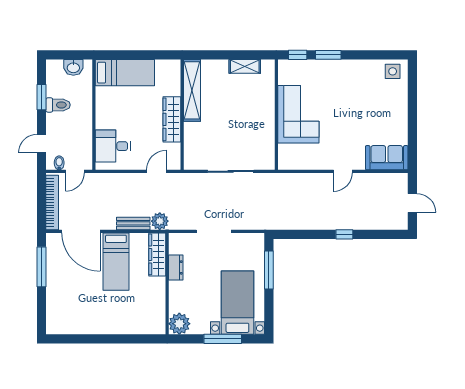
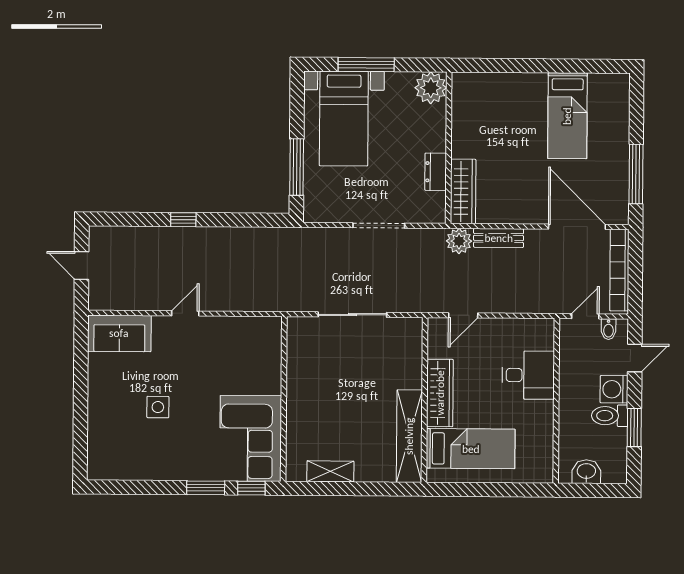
side table: (393, 71) -> (158, 407), moved
bed: (125, 73) -> (471, 449), moved, turned 180
corner sofa: (298, 114) -> (251, 438), moved
washing machine: (55, 123) -> (614, 389), added
desk: (113, 146) -> (528, 375), moved
bed: (116, 262) -> (567, 116), moved, turned 180

